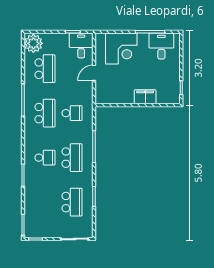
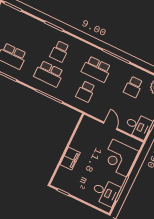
school desk: (45, 69) -> (133, 87), width x0.54

